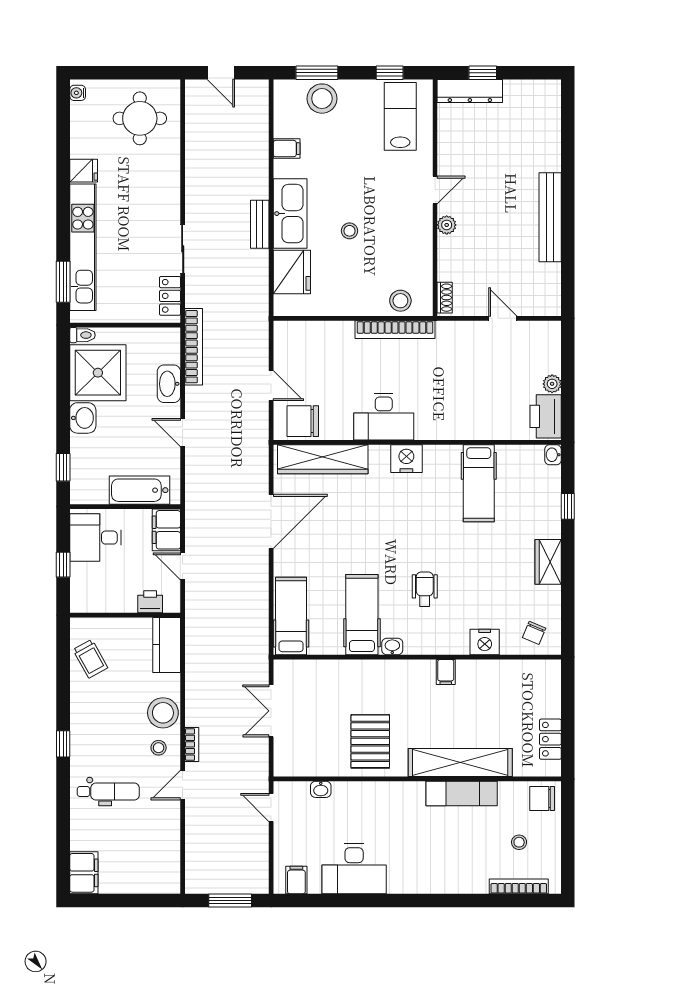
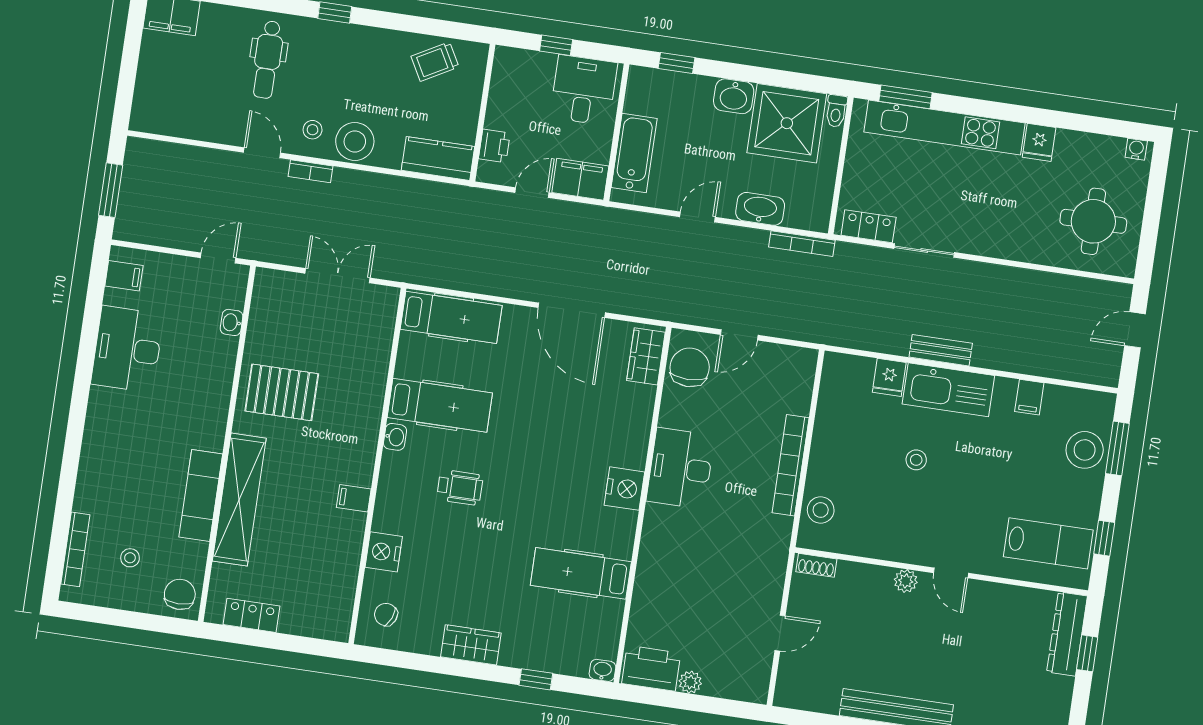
fridge: (292, 272) -> (889, 377), width x0.53, depth x0.75
bookcase: (395, 330) -> (791, 465), moved
bookcase: (194, 347) -> (802, 244), width x0.68, depth x0.76
wardrobe: (323, 459) -> (646, 356), width x0.48, depth x0.85

